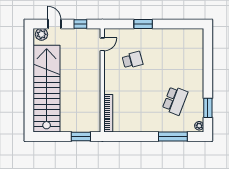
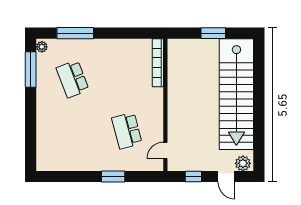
school desk: (132, 60) -> (127, 131), width x1.85
school desk: (175, 101) -> (73, 79), turned -42
window: (208, 108) -> (31, 70), width x1.44
window: (81, 136) -> (213, 33), moved

